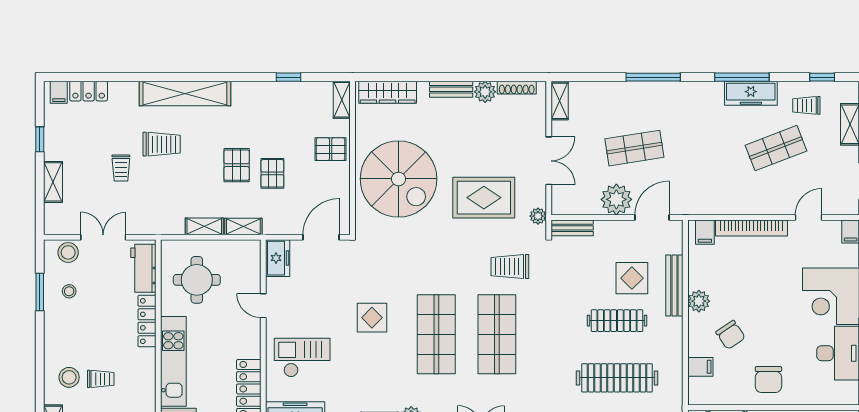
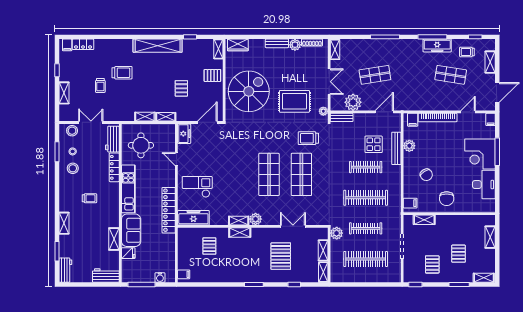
wardrobe: (388, 92) -> (238, 45), width x0.67
shelving: (185, 94) -> (158, 46), moved
shop shelf: (776, 148) -> (451, 75), turned 30
pallet: (237, 165) -> (162, 84), removed
spiral stairs: (399, 179) -> (249, 91), turned -90
plant: (616, 199) -> (353, 102), moved
plant: (699, 301) -> (409, 146), moved
display table: (372, 318) -> (235, 166), removed
filing cabinet: (700, 367) -> (410, 203), moved
stool: (69, 377) -> (73, 168), moved

